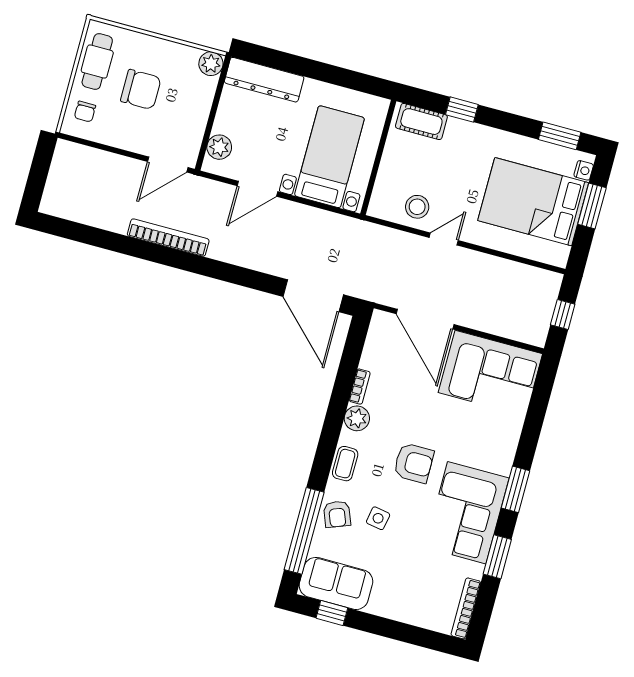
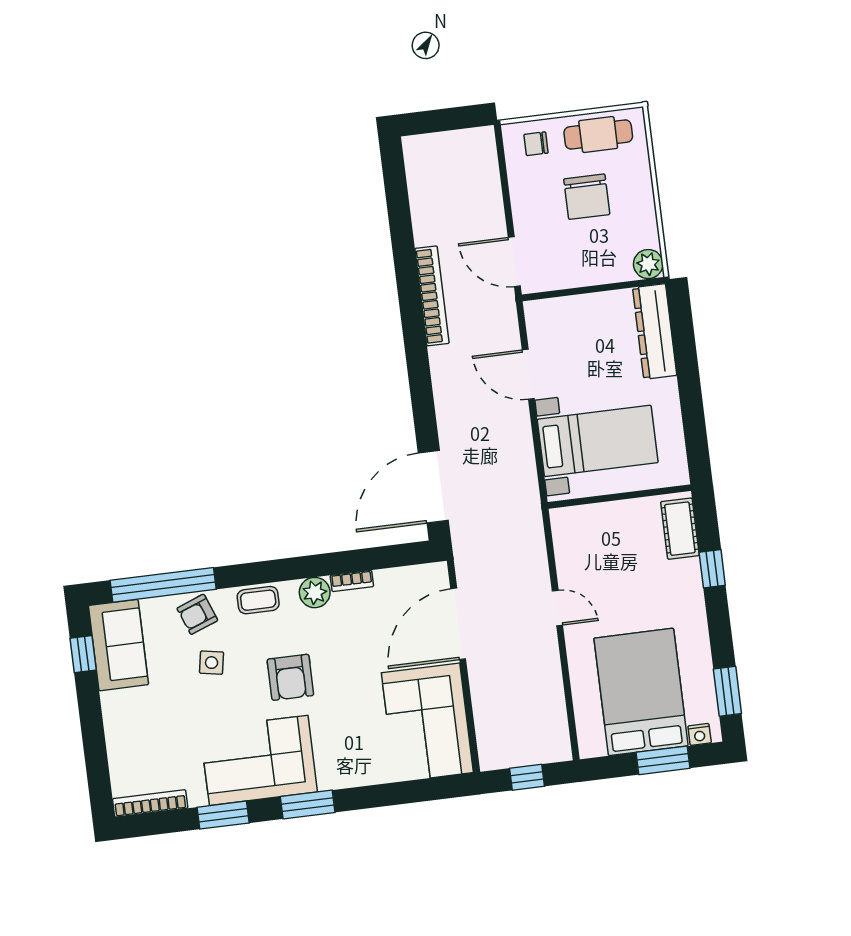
plant: (219, 147) -> (558, 312), removed
stool: (417, 207) -> (582, 563), removed

